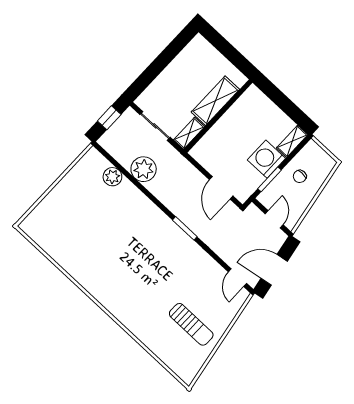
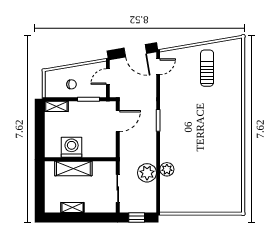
shelving: (189, 133) -> (72, 208), moved
washing machine: (266, 159) -> (72, 147), moved, turned 180
plant: (112, 177) -> (167, 169), moved

